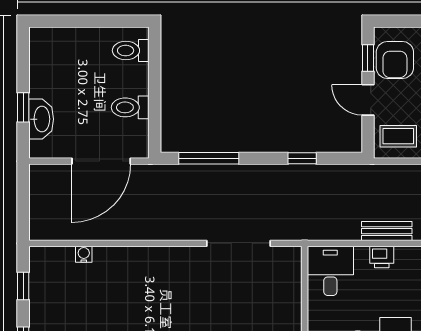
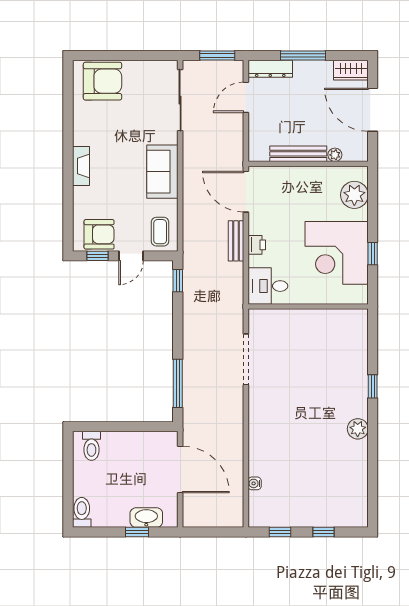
toilet: (130, 107) -> (82, 512), moved, turned 180
window: (302, 158) -> (178, 281), moved

